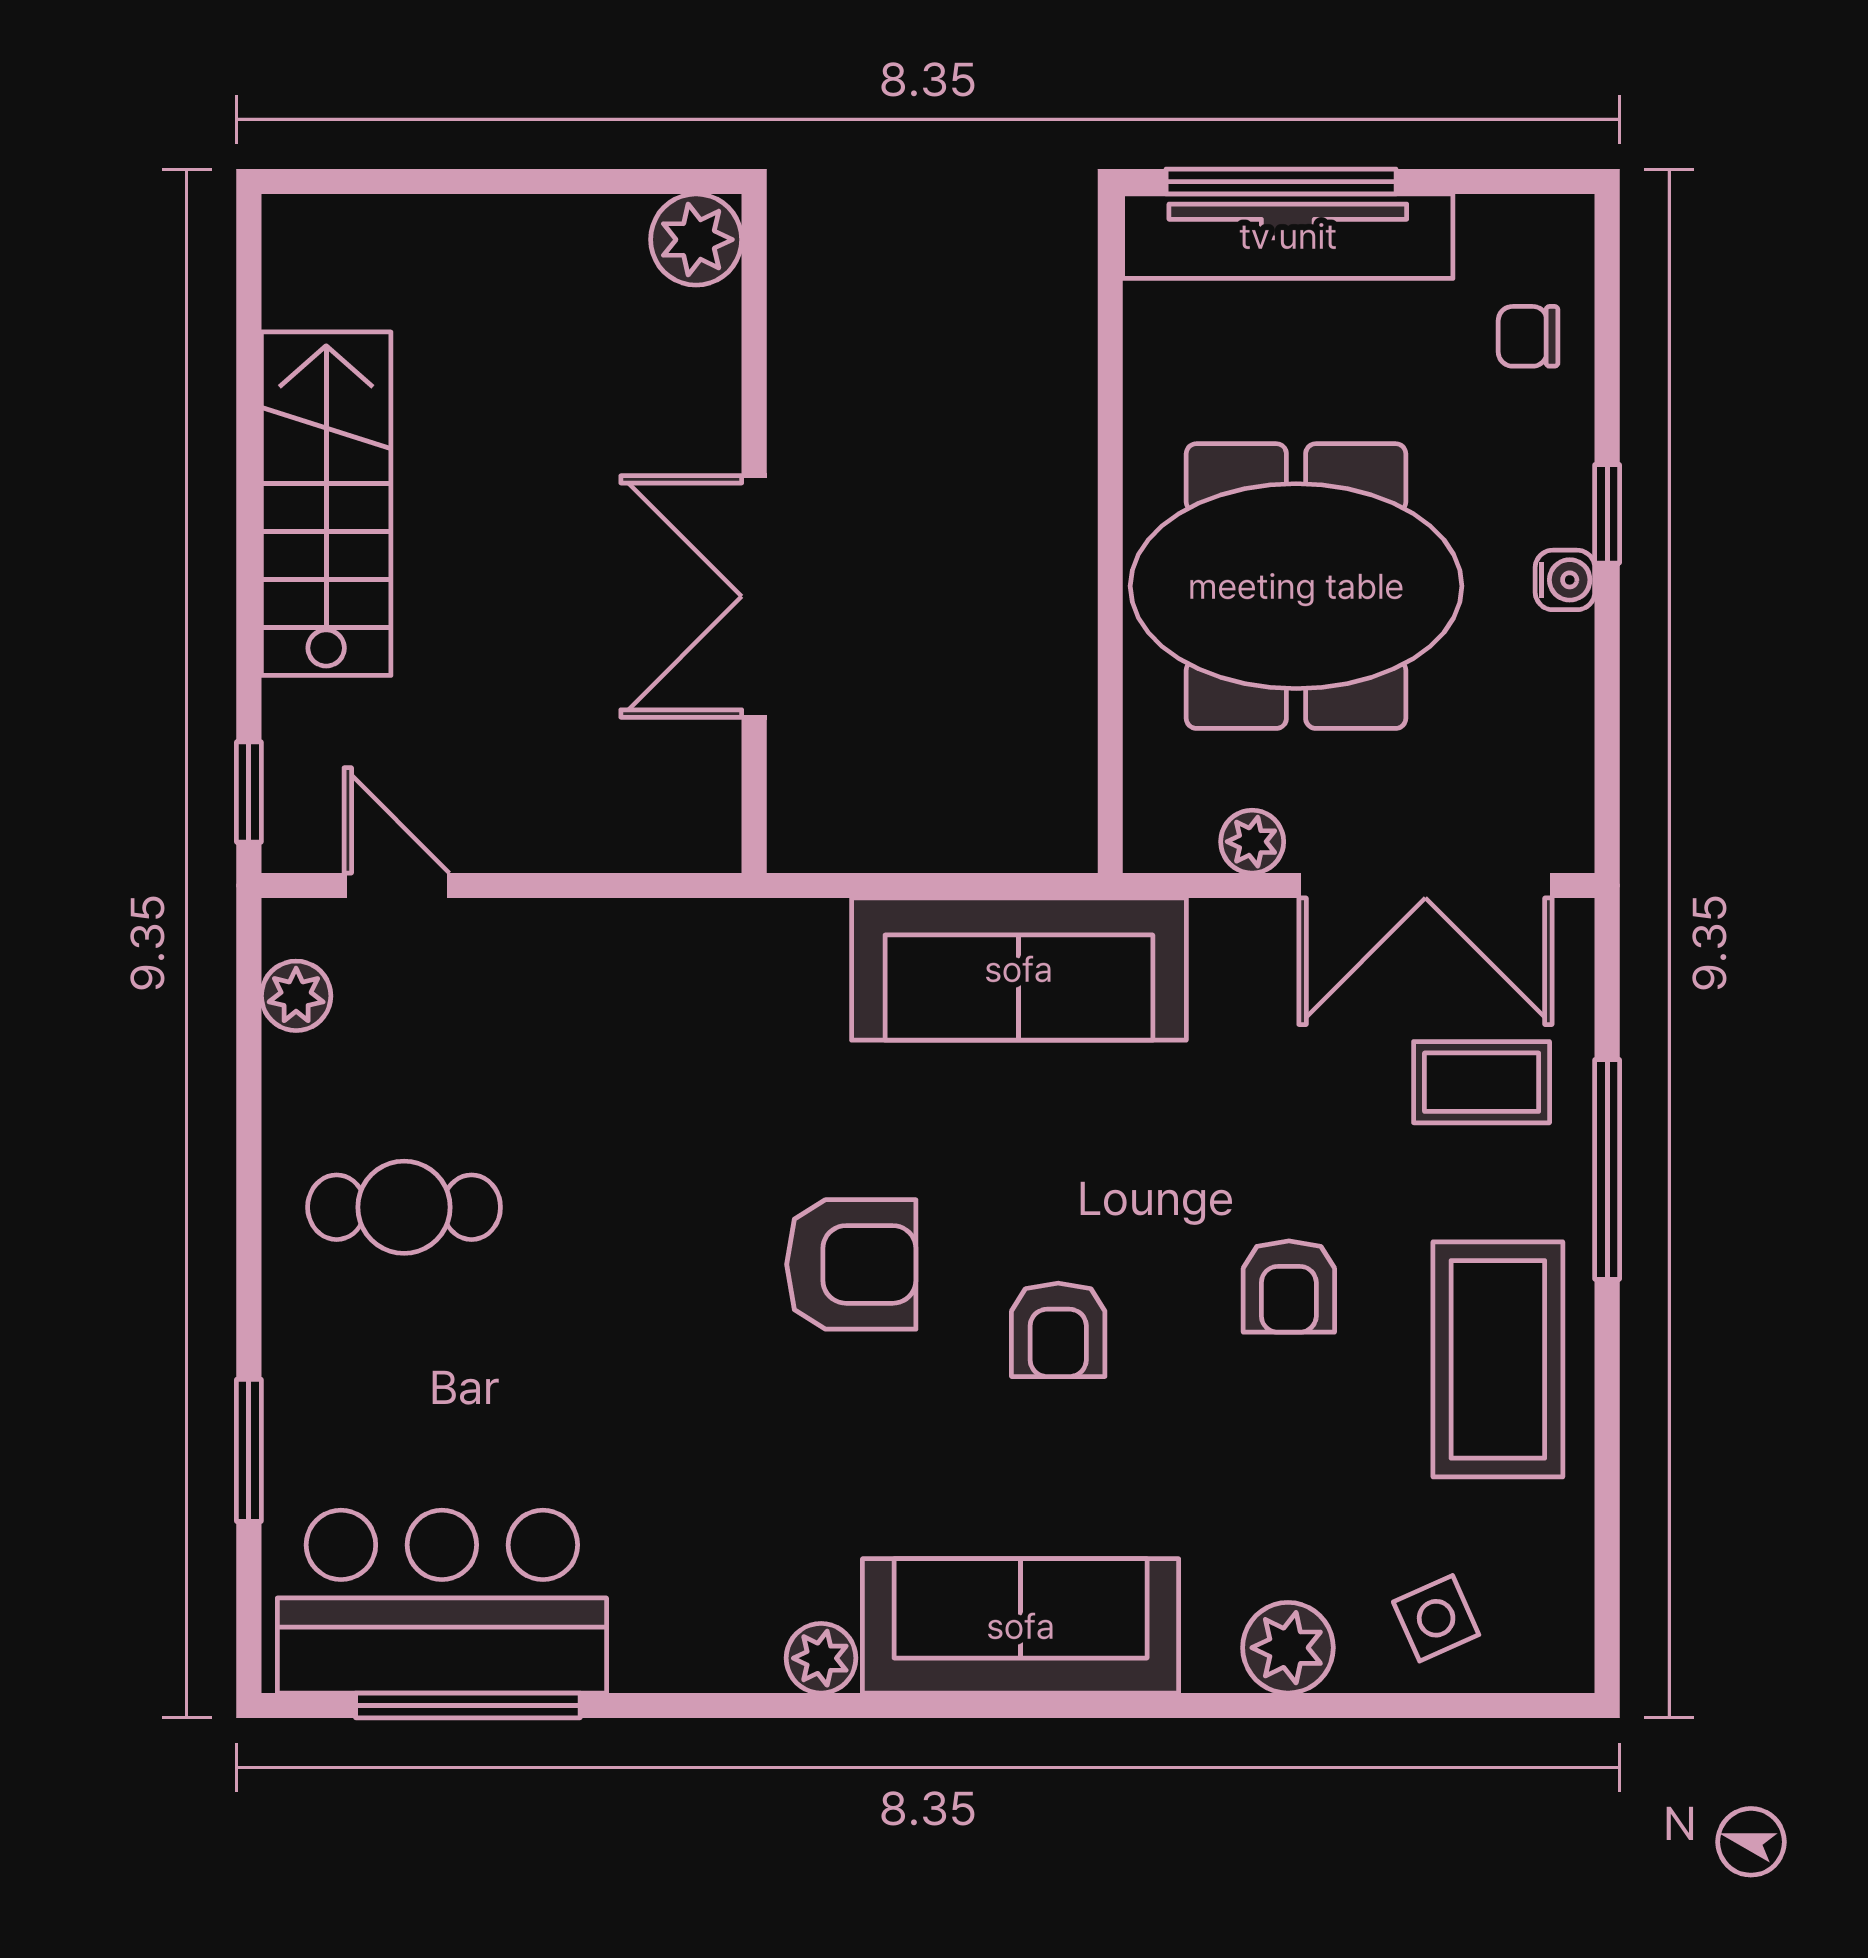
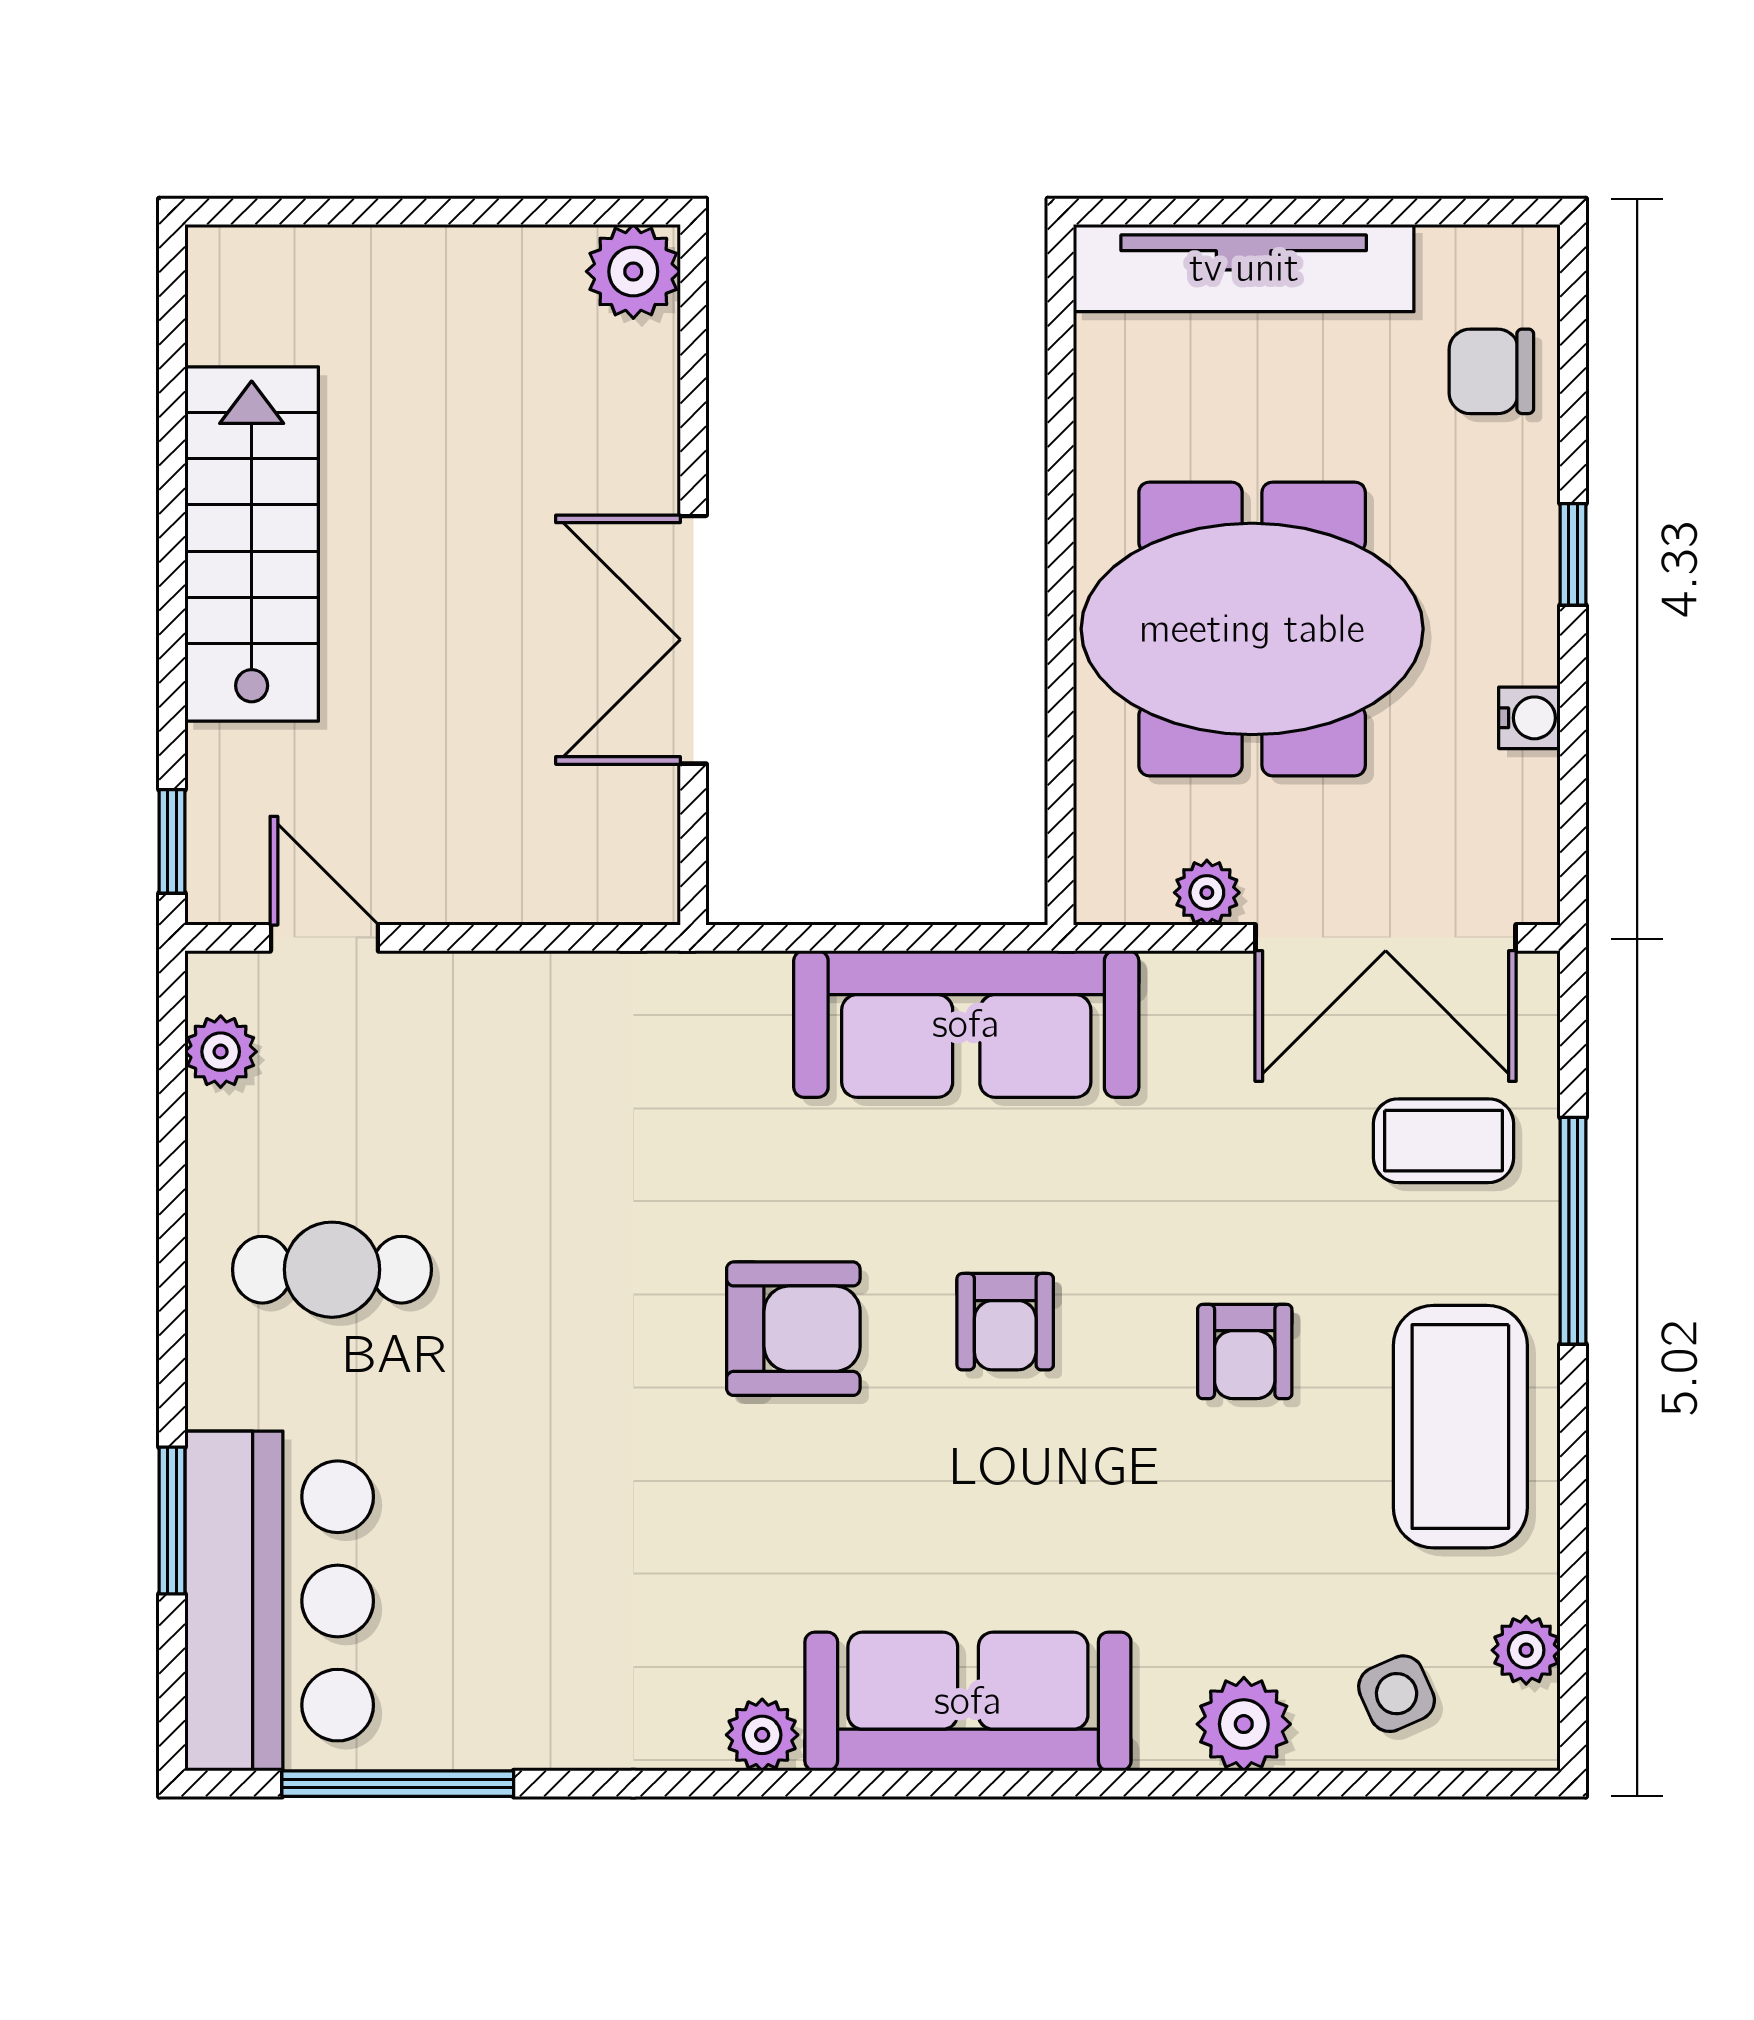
window: (1281, 182) -> (1237, 212), removed
chair: (1528, 336) -> (1491, 371), width x1.37, depth x1.37
water cooler: (1565, 580) -> (1529, 718), moved
armchair: (1058, 1330) -> (1005, 1322), moved
plant: (1562, 1576) -> (1526, 1650), added
bar counter: (442, 1602) -> (279, 1601), moved, turned 90

